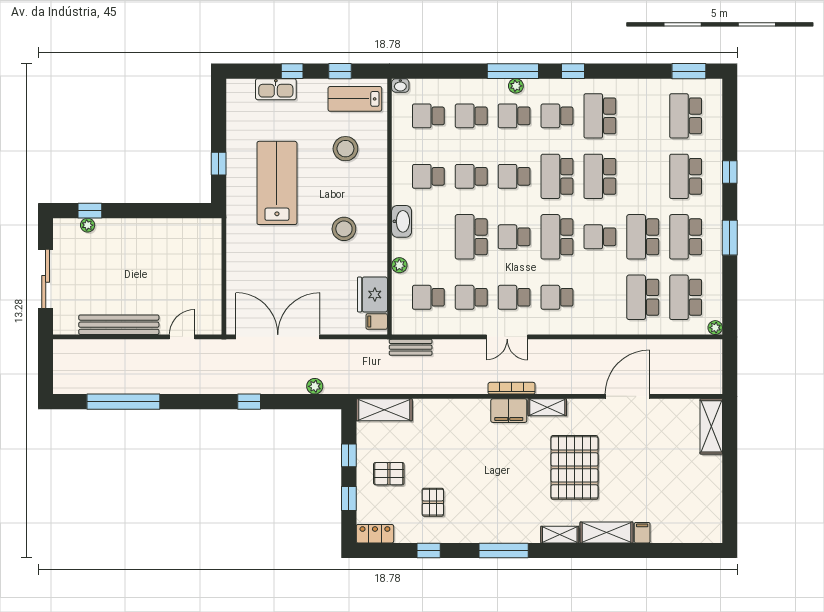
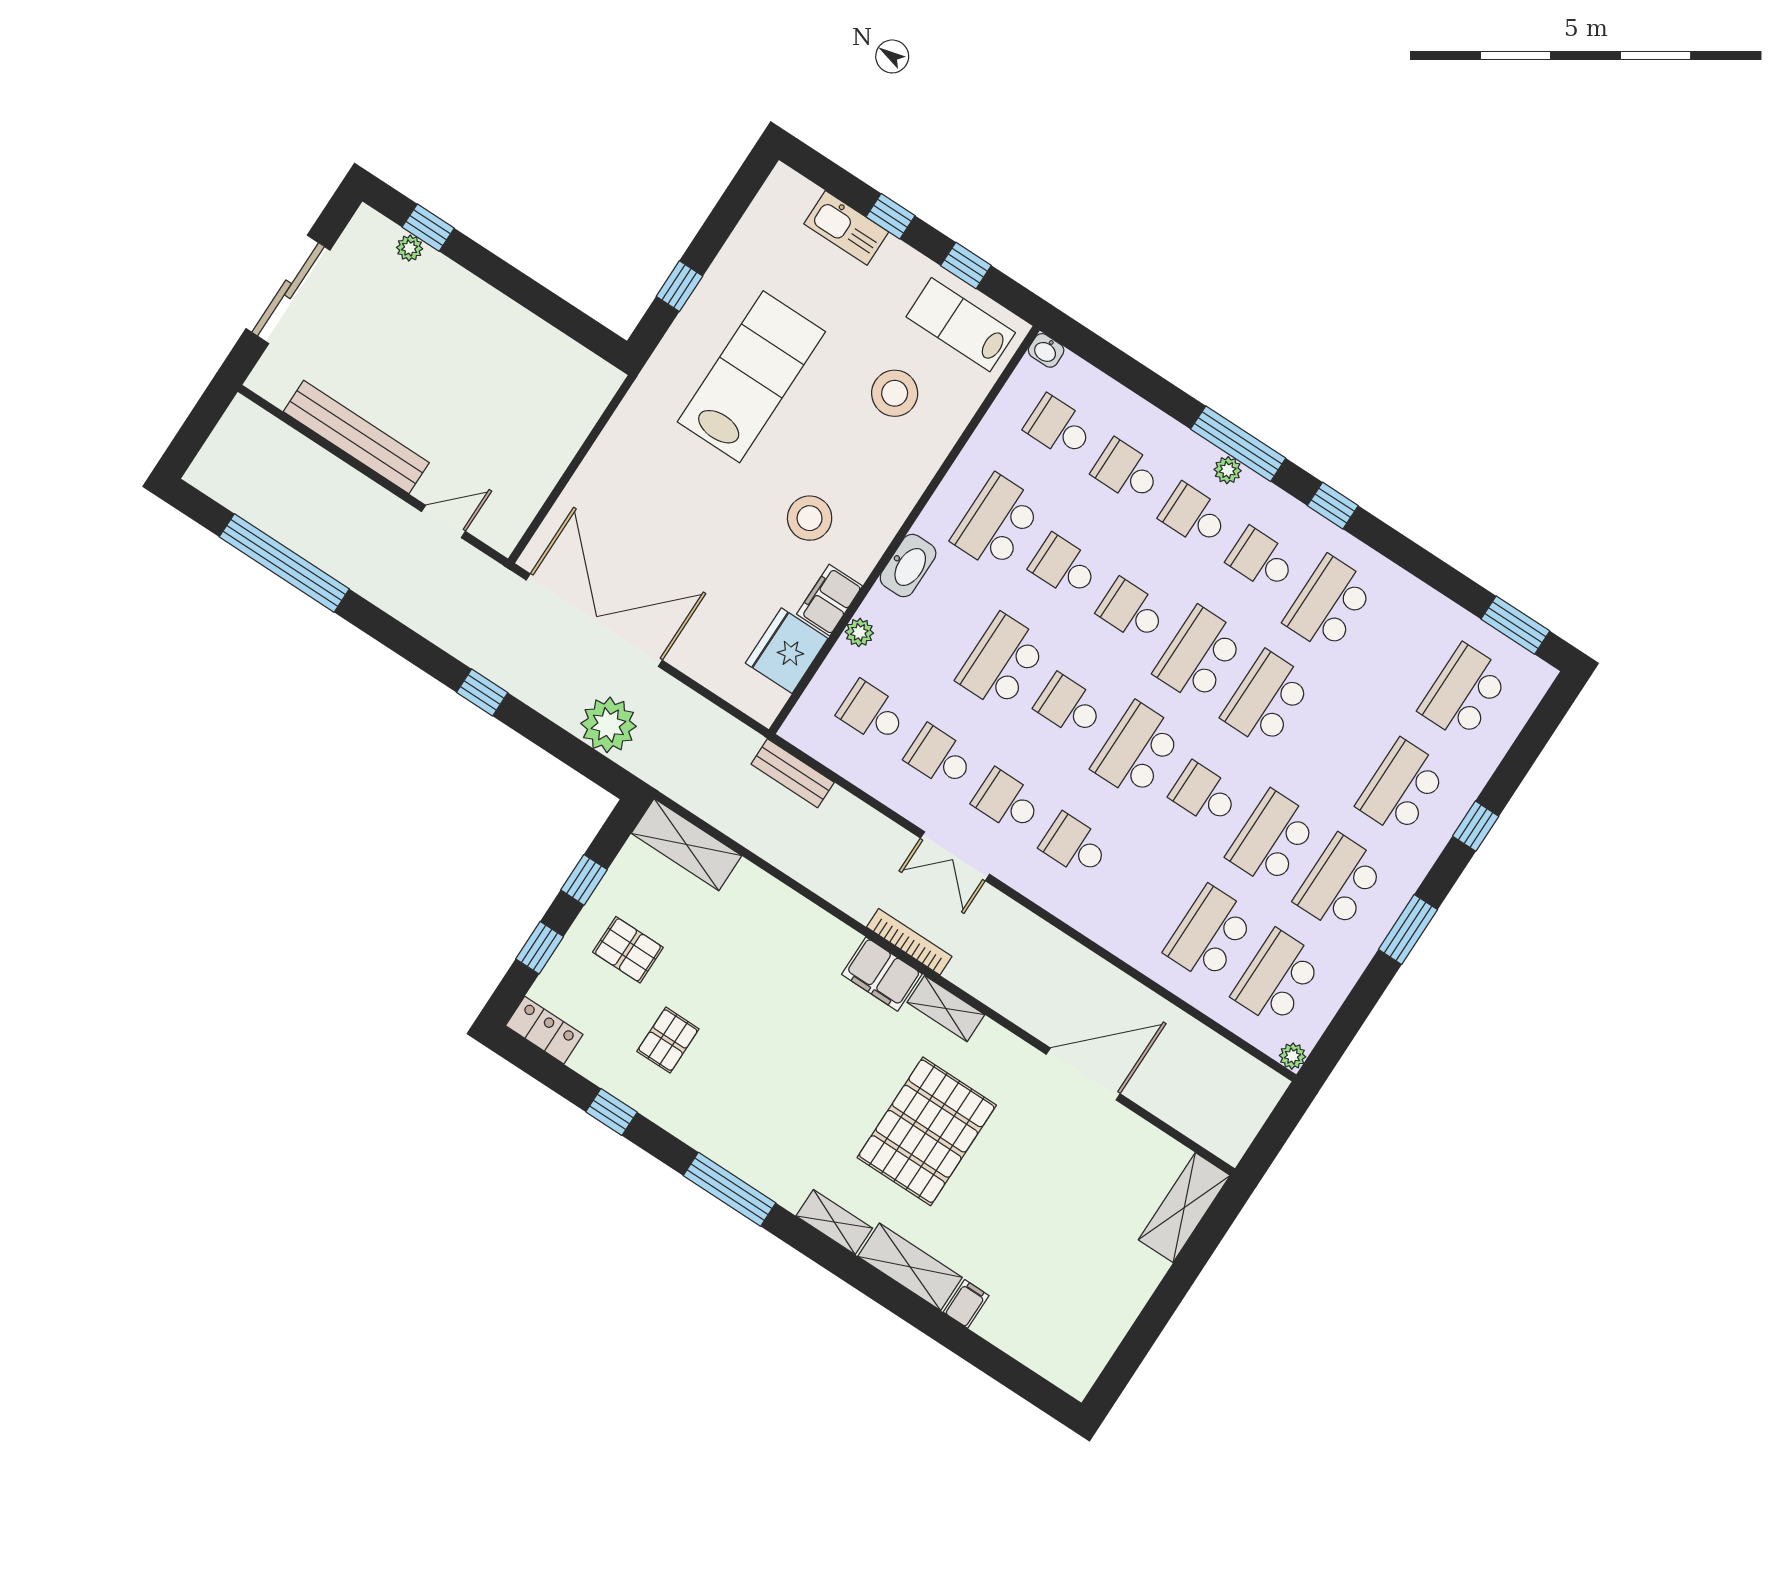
school desk: (428, 176) -> (997, 522), width x1.85
filing cabinet: (377, 321) -> (829, 600), moved, width x2.00
plant: (315, 386) -> (608, 725), width x1.88, depth x1.88

